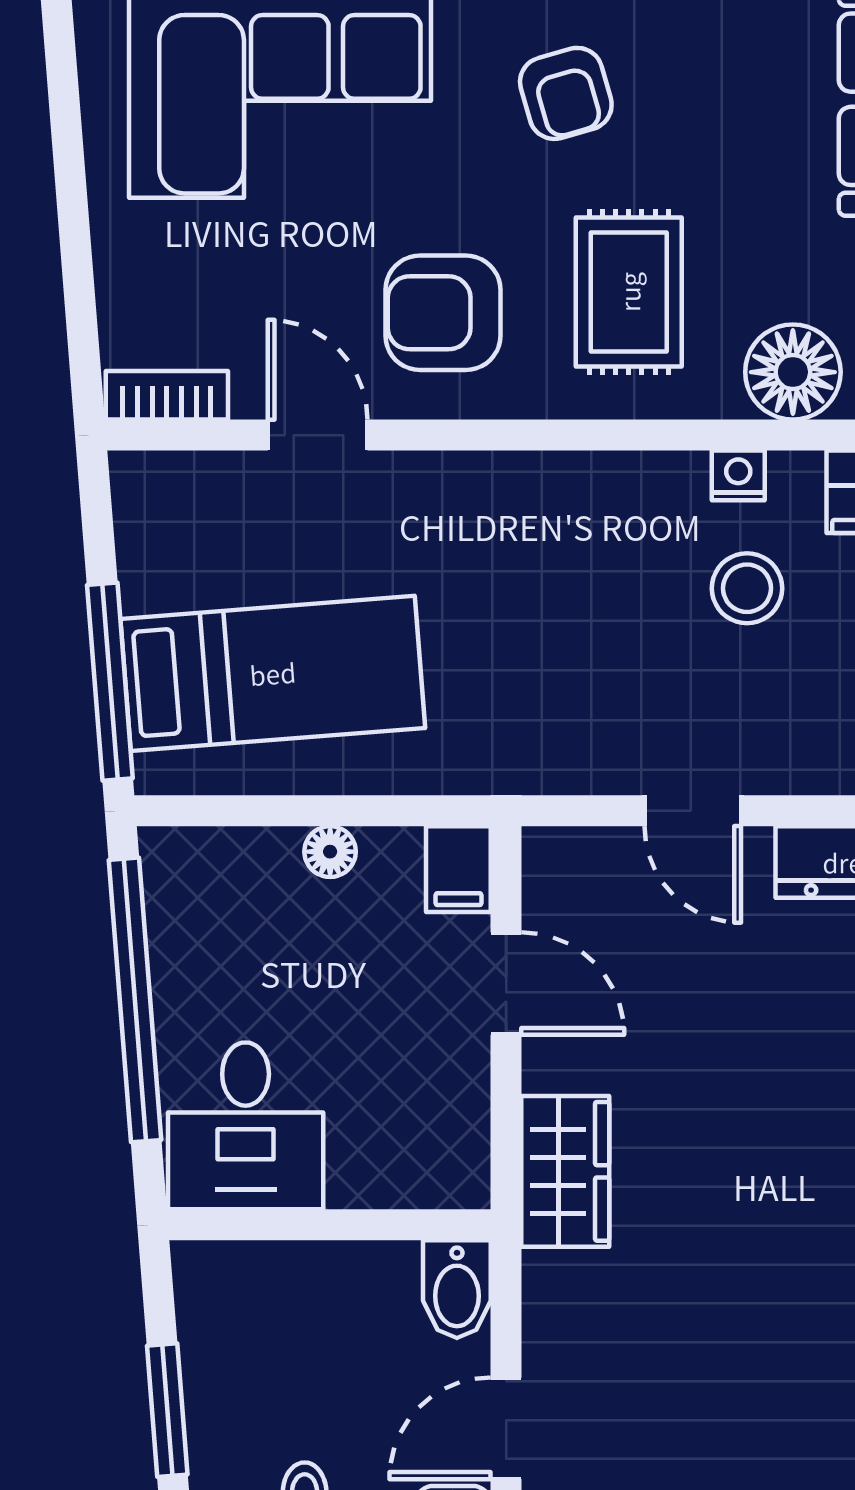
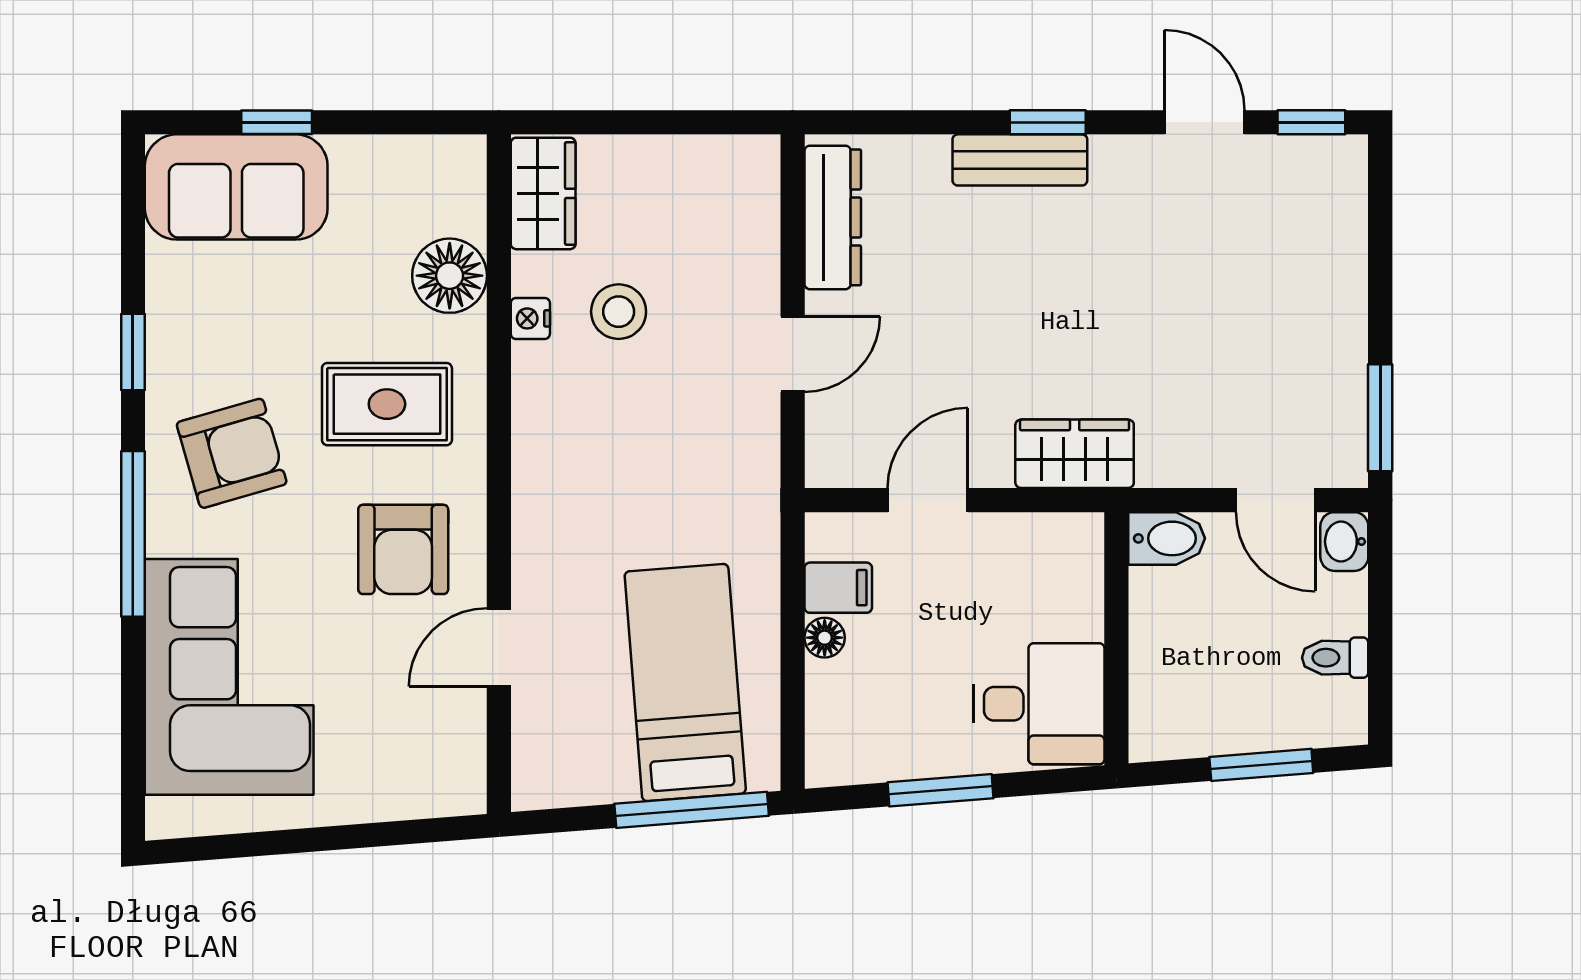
armchair: (566, 93) -> (232, 453), width x1.38, depth x1.38
bookcase: (167, 395) -> (468, 765), removed
filing cabinet: (458, 869) -> (838, 588), moved
window: (135, 1000) -> (941, 790), width x0.47

